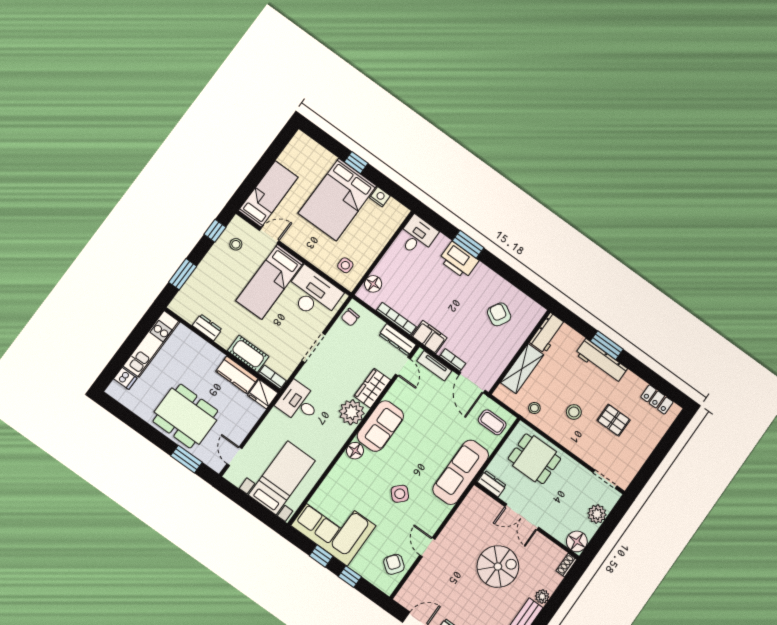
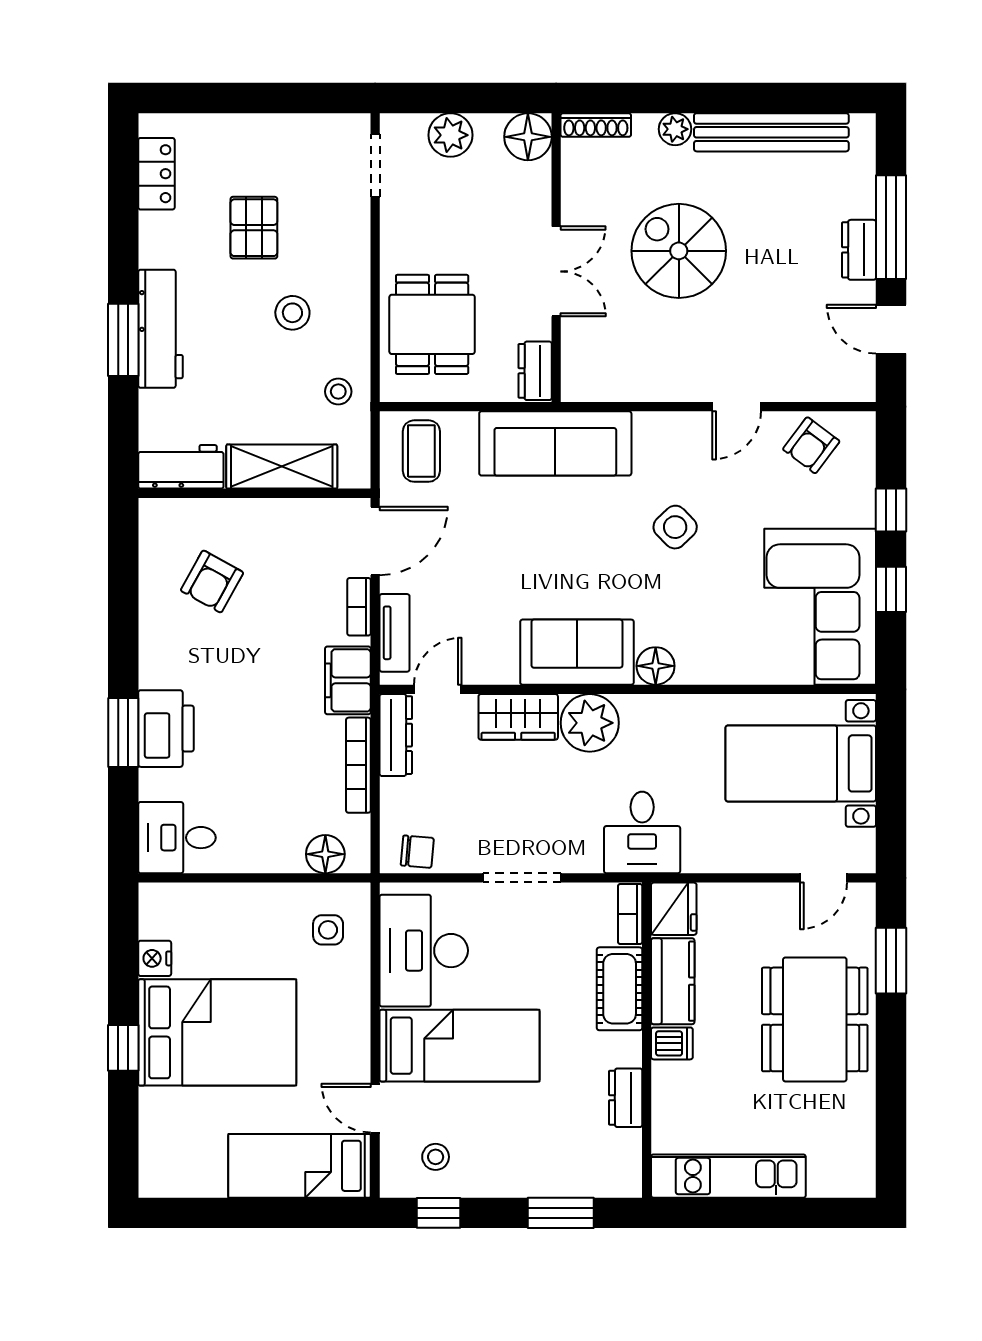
dishwasher: (125, 378) -> (672, 1043), moved, turned 90
shoe rack: (566, 565) -> (596, 125), width x1.43

